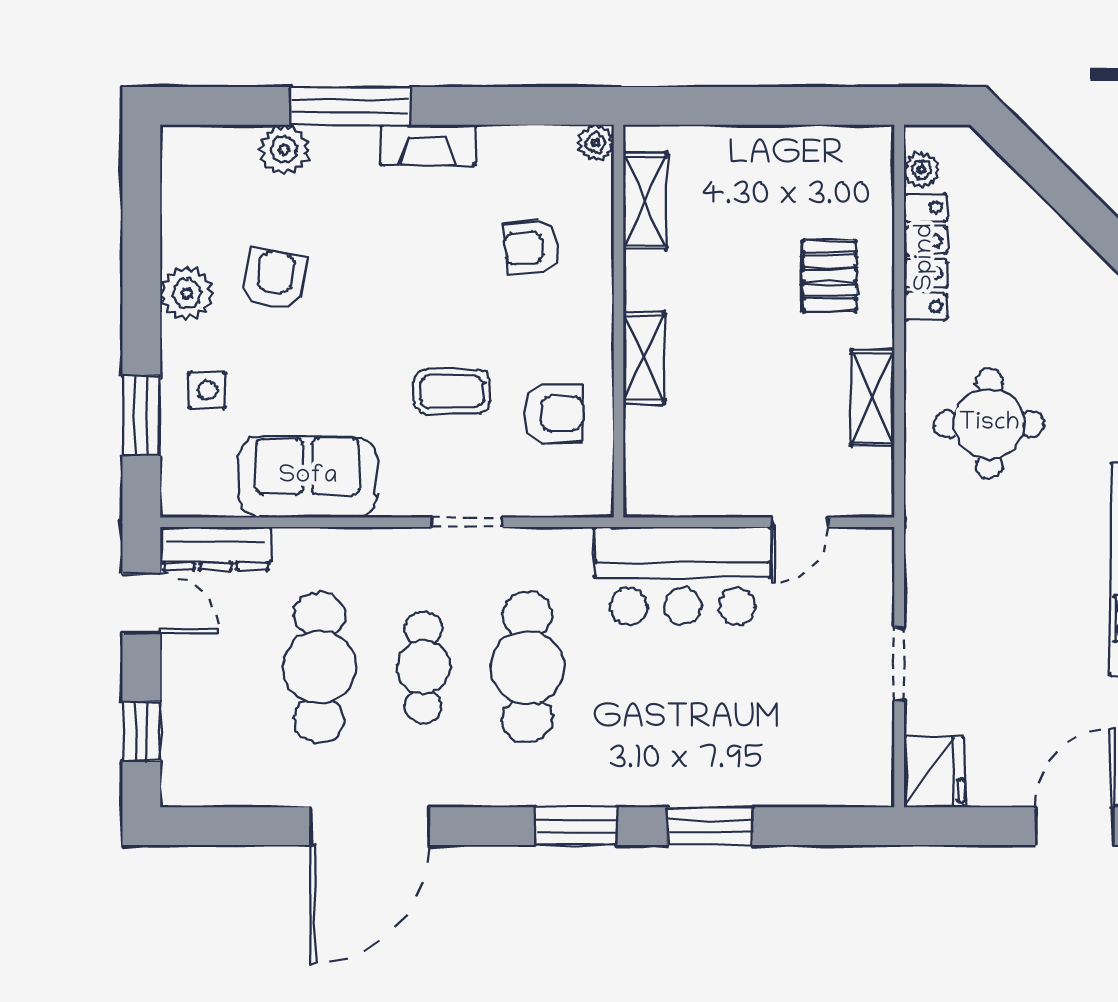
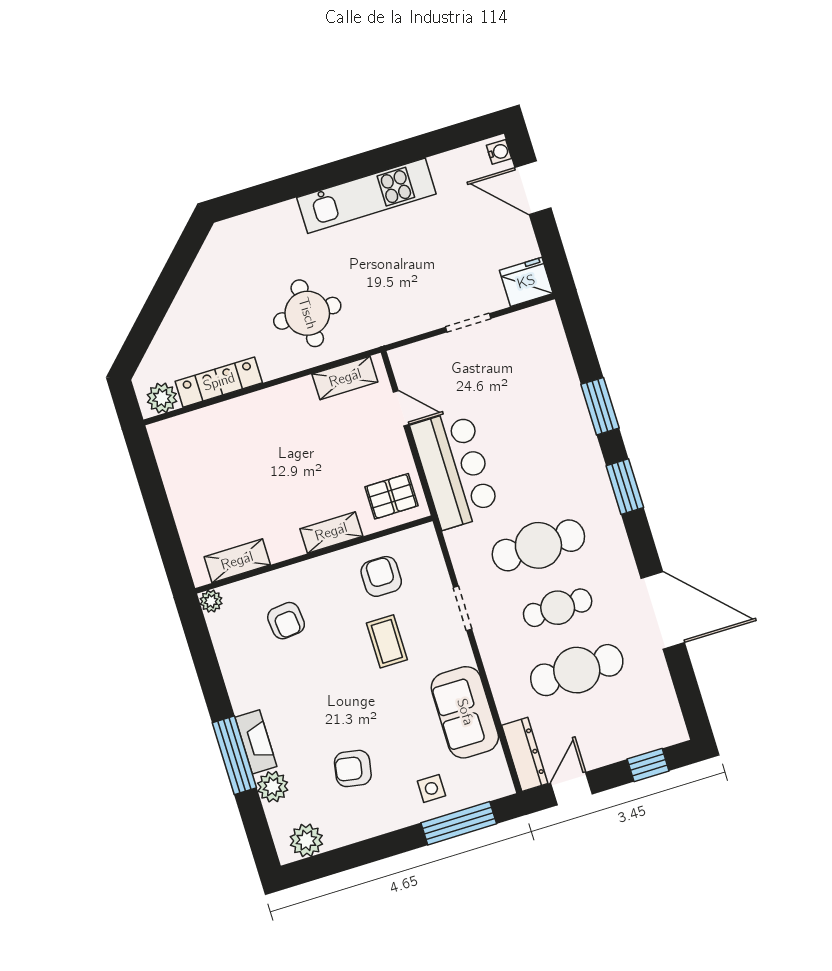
fireplace: (428, 145) -> (256, 742), moved
plant: (921, 170) -> (162, 398), width x1.38, depth x1.38
pallet: (829, 276) -> (391, 496), moved
plant: (187, 293) -> (306, 840), moved
shelving: (873, 398) -> (345, 378), moved
window: (141, 416) -> (459, 823), width x1.44

